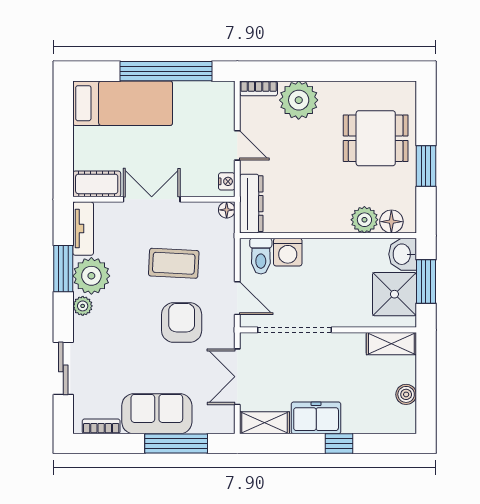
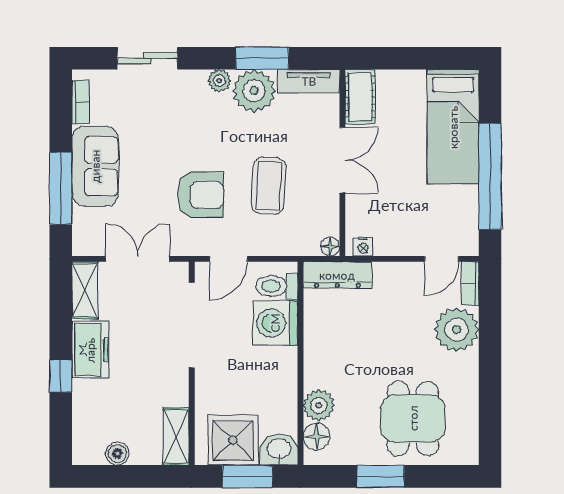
door: (237, 145) -> (442, 259), moved
washing machine: (288, 252) -> (275, 323), width x1.37, depth x1.37

